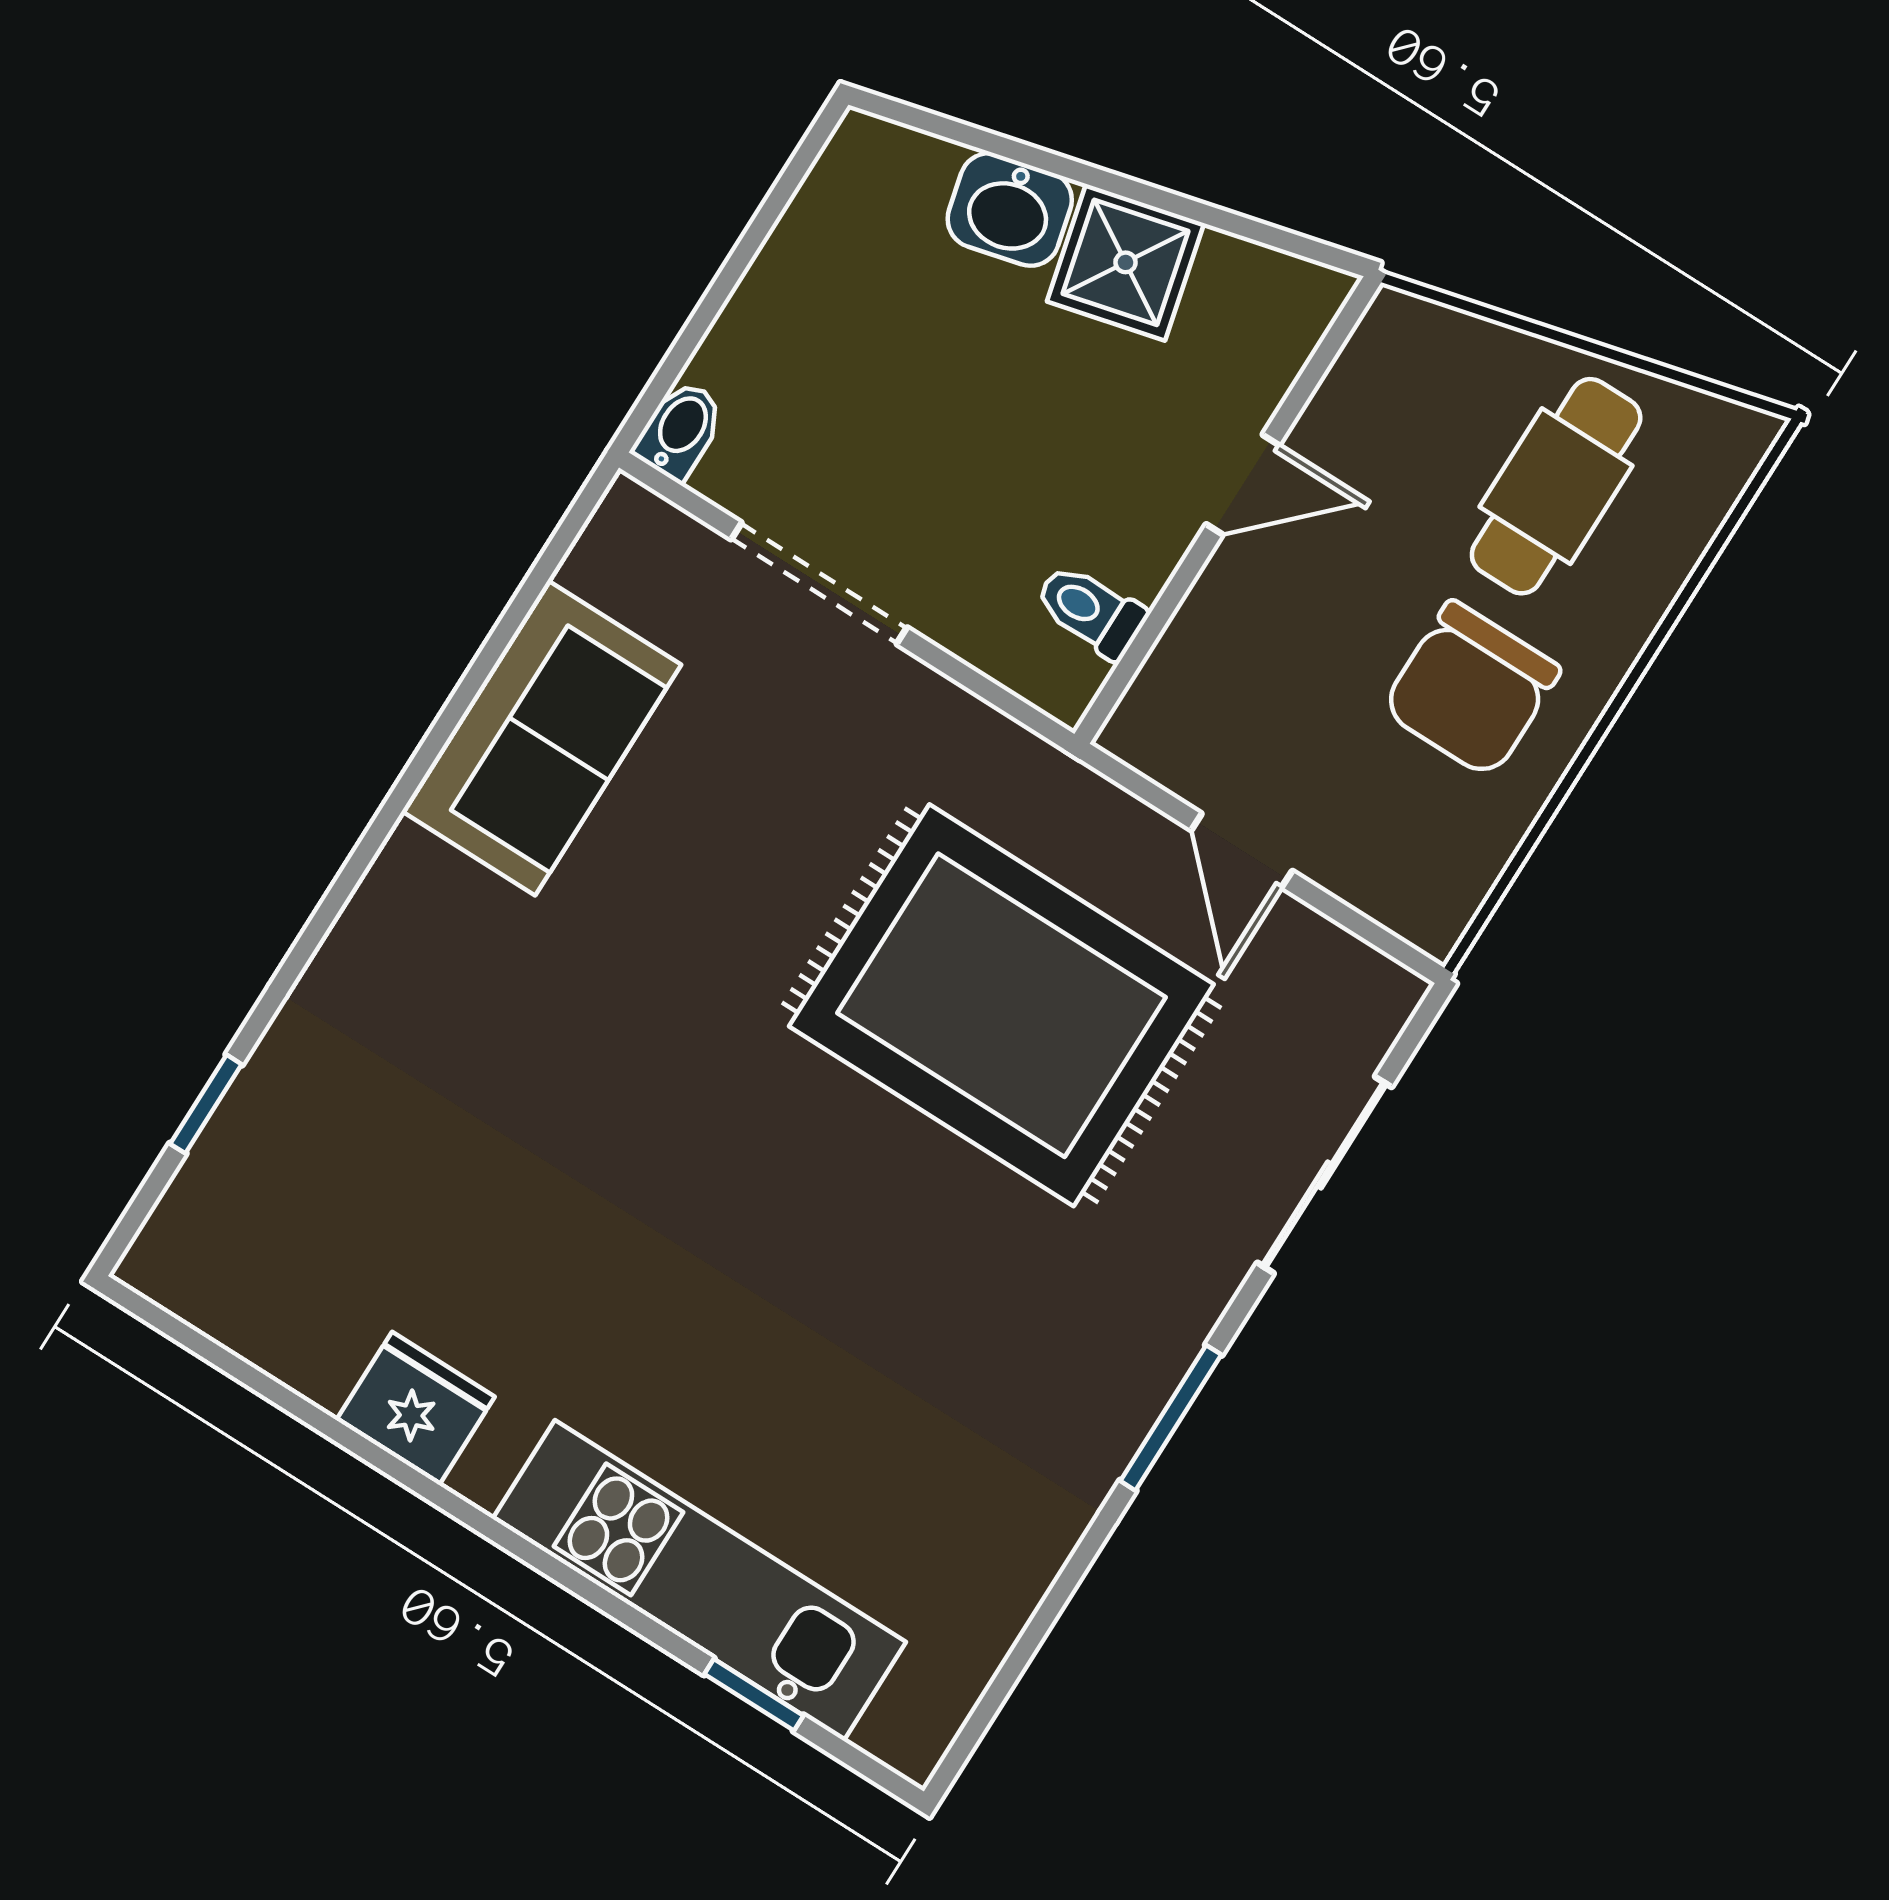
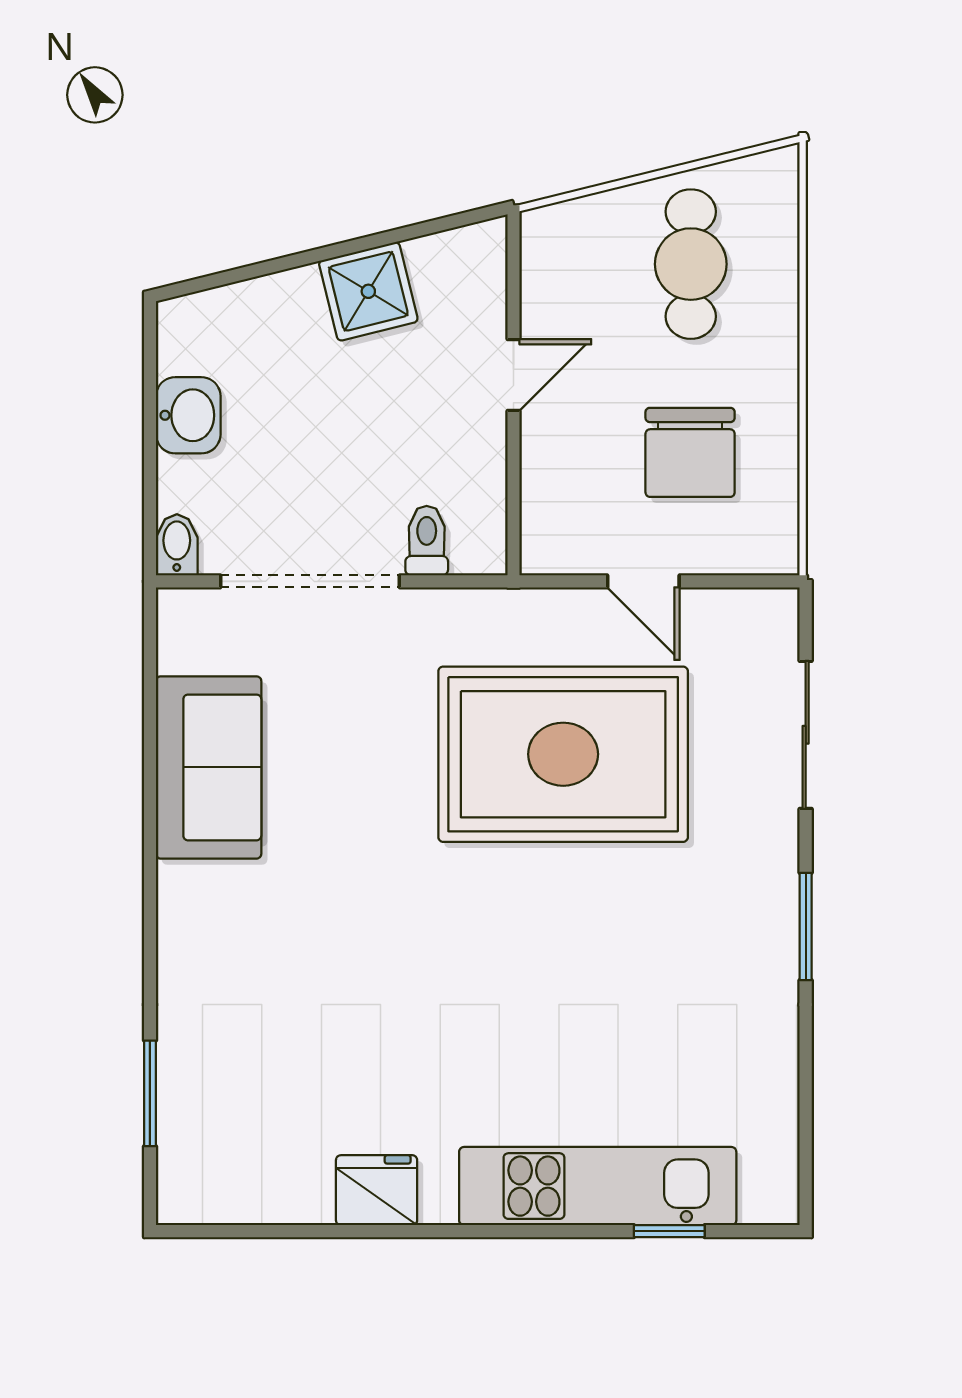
washbasin: (1010, 209) -> (188, 415), moved, turned -76
doorway: (819, 583) -> (310, 581), width x1.36
toilet: (1091, 611) -> (427, 541), moved, turned 90
chair: (1471, 689) -> (690, 452), moved
window: (206, 1104) -> (150, 1093), width x1.50

